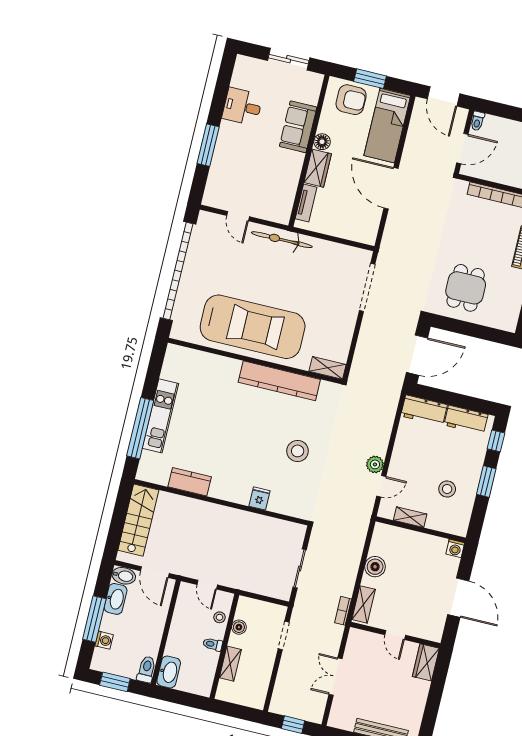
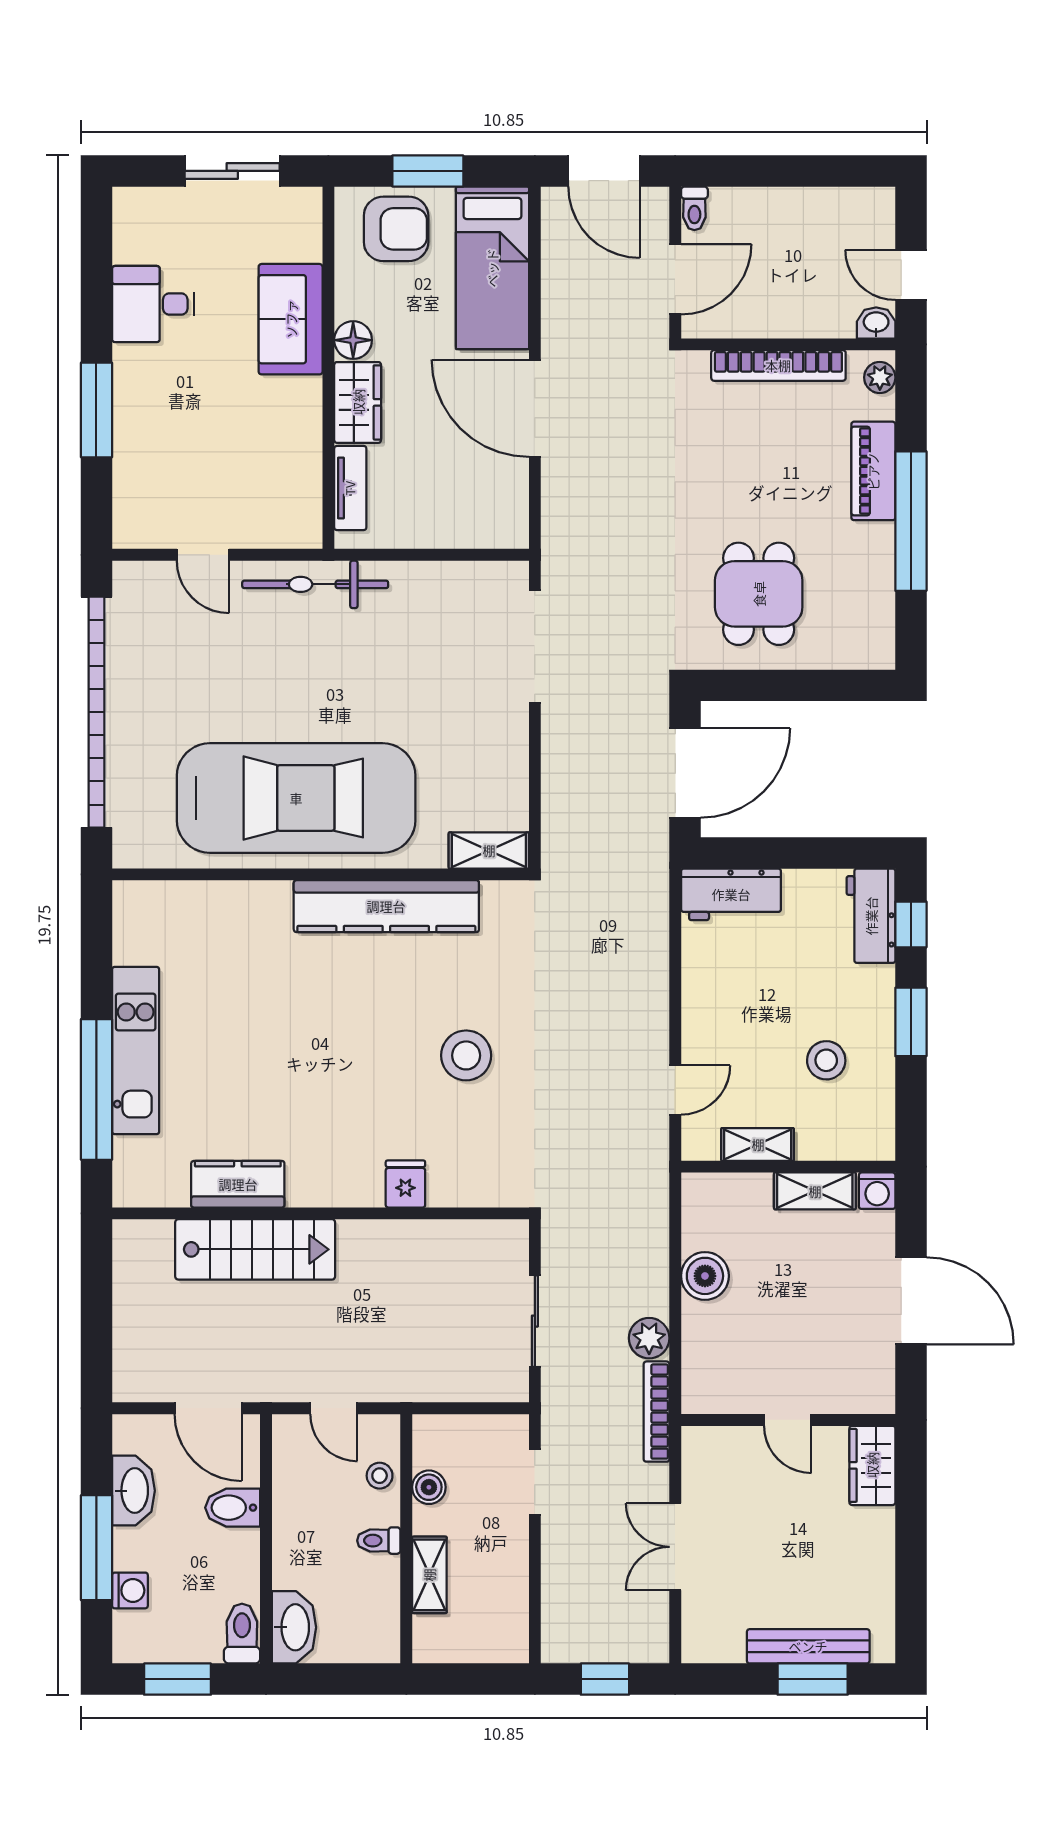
workbench: (466, 420) -> (871, 916), moved, turned 90
plant: (375, 464) -> (649, 1338), moved
stairs: (138, 520) -> (255, 1249), moved, turned 90
bidet: (124, 576) -> (233, 1508), moved, turned 180
shelving: (364, 604) -> (815, 1191), moved, turned 90
bookcase: (343, 611) -> (657, 1412), width x1.56

